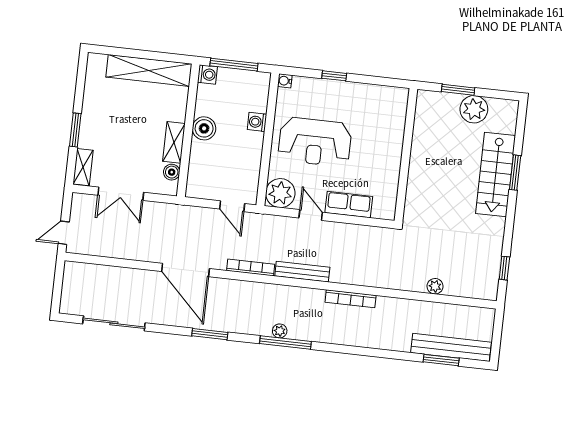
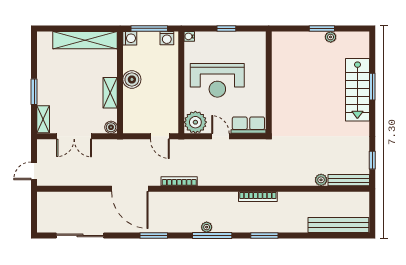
plant: (474, 109) -> (331, 37), width x0.53, depth x0.53
washing machine: (257, 122) -> (167, 38), moved, turned -90
wall: (406, 155) -> (269, 82), moved
boiler: (172, 172) -> (111, 127), moved
bench: (302, 272) -> (349, 180), moved
window: (441, 360) -> (264, 235), moved

